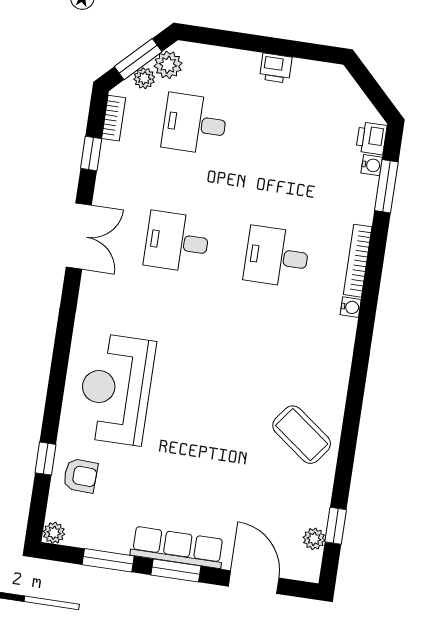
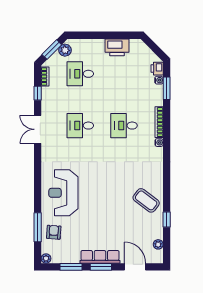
printer: (276, 68) -> (117, 47), width x1.87, depth x1.48
plant: (144, 78) -> (56, 57), removed
double door: (79, 236) -> (38, 129), swing flipped
window: (46, 459) -> (38, 227), width x2.17
armchair: (80, 476) -> (54, 232), turned -88
window: (336, 526) -> (167, 219), moved

